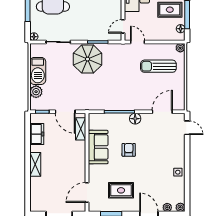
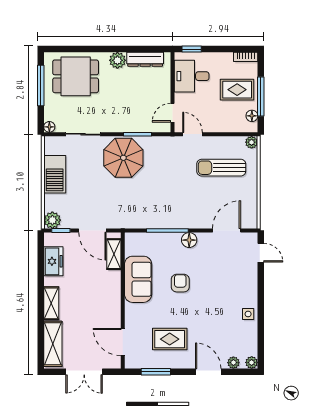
plant: (36, 92) -> (52, 220), moved
door: (87, 192) -> (123, 342), hinge flipped
shelving: (36, 194) -> (53, 344), added

